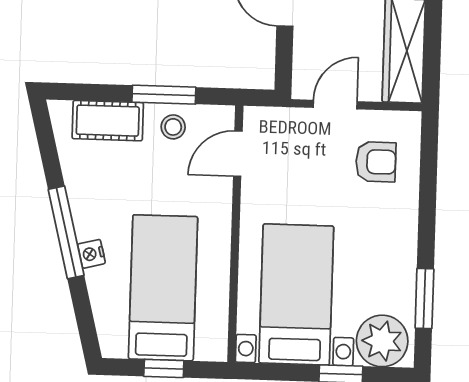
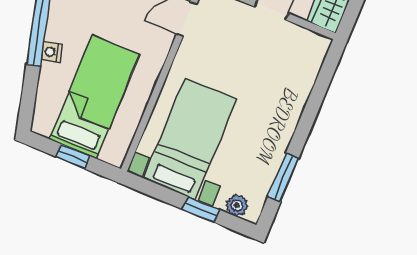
armchair: (376, 162) -> (286, 63), removed
plant: (382, 341) -> (237, 205), width x0.53, depth x0.53

